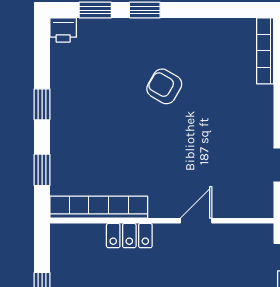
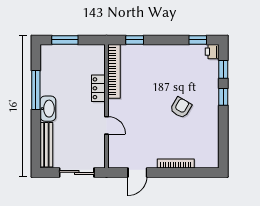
bookcase: (265, 51) -> (176, 163), moved
window: (42, 104) -> (198, 40), moved

